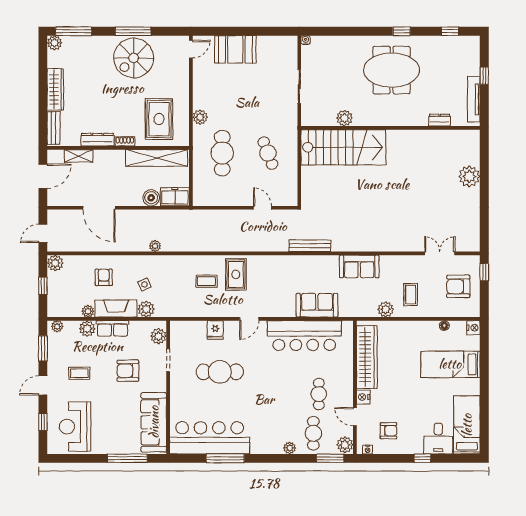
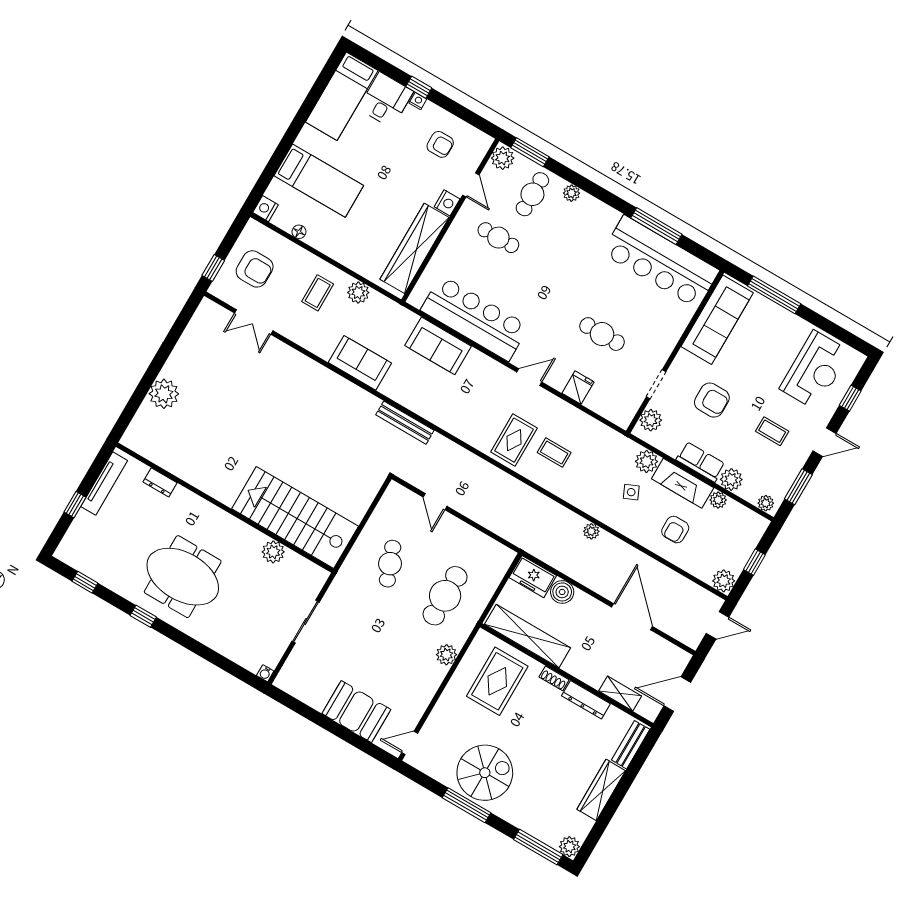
cafe table: (220, 372) -> (602, 334), width x0.73, depth x0.74
cafe table: (319, 394) -> (498, 238), turned 90
armchair: (388, 431) -> (440, 144), turned 180
nightstand: (368, 450) -> (418, 101), moved

